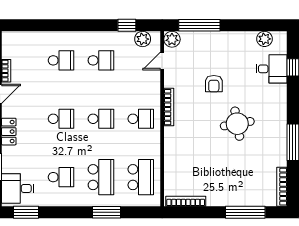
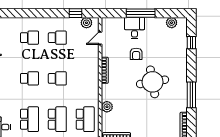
window: (199, 25) -> (141, 13), moved
plant: (172, 39) -> (107, 107), moved
desk: (272, 69) -> (135, 28), moved, turned -90
school desk: (141, 119) -> (85, 78), removed
round table: (237, 124) -> (153, 82), width x1.36, depth x1.36
school desk: (61, 177) -> (30, 119), width x1.85

